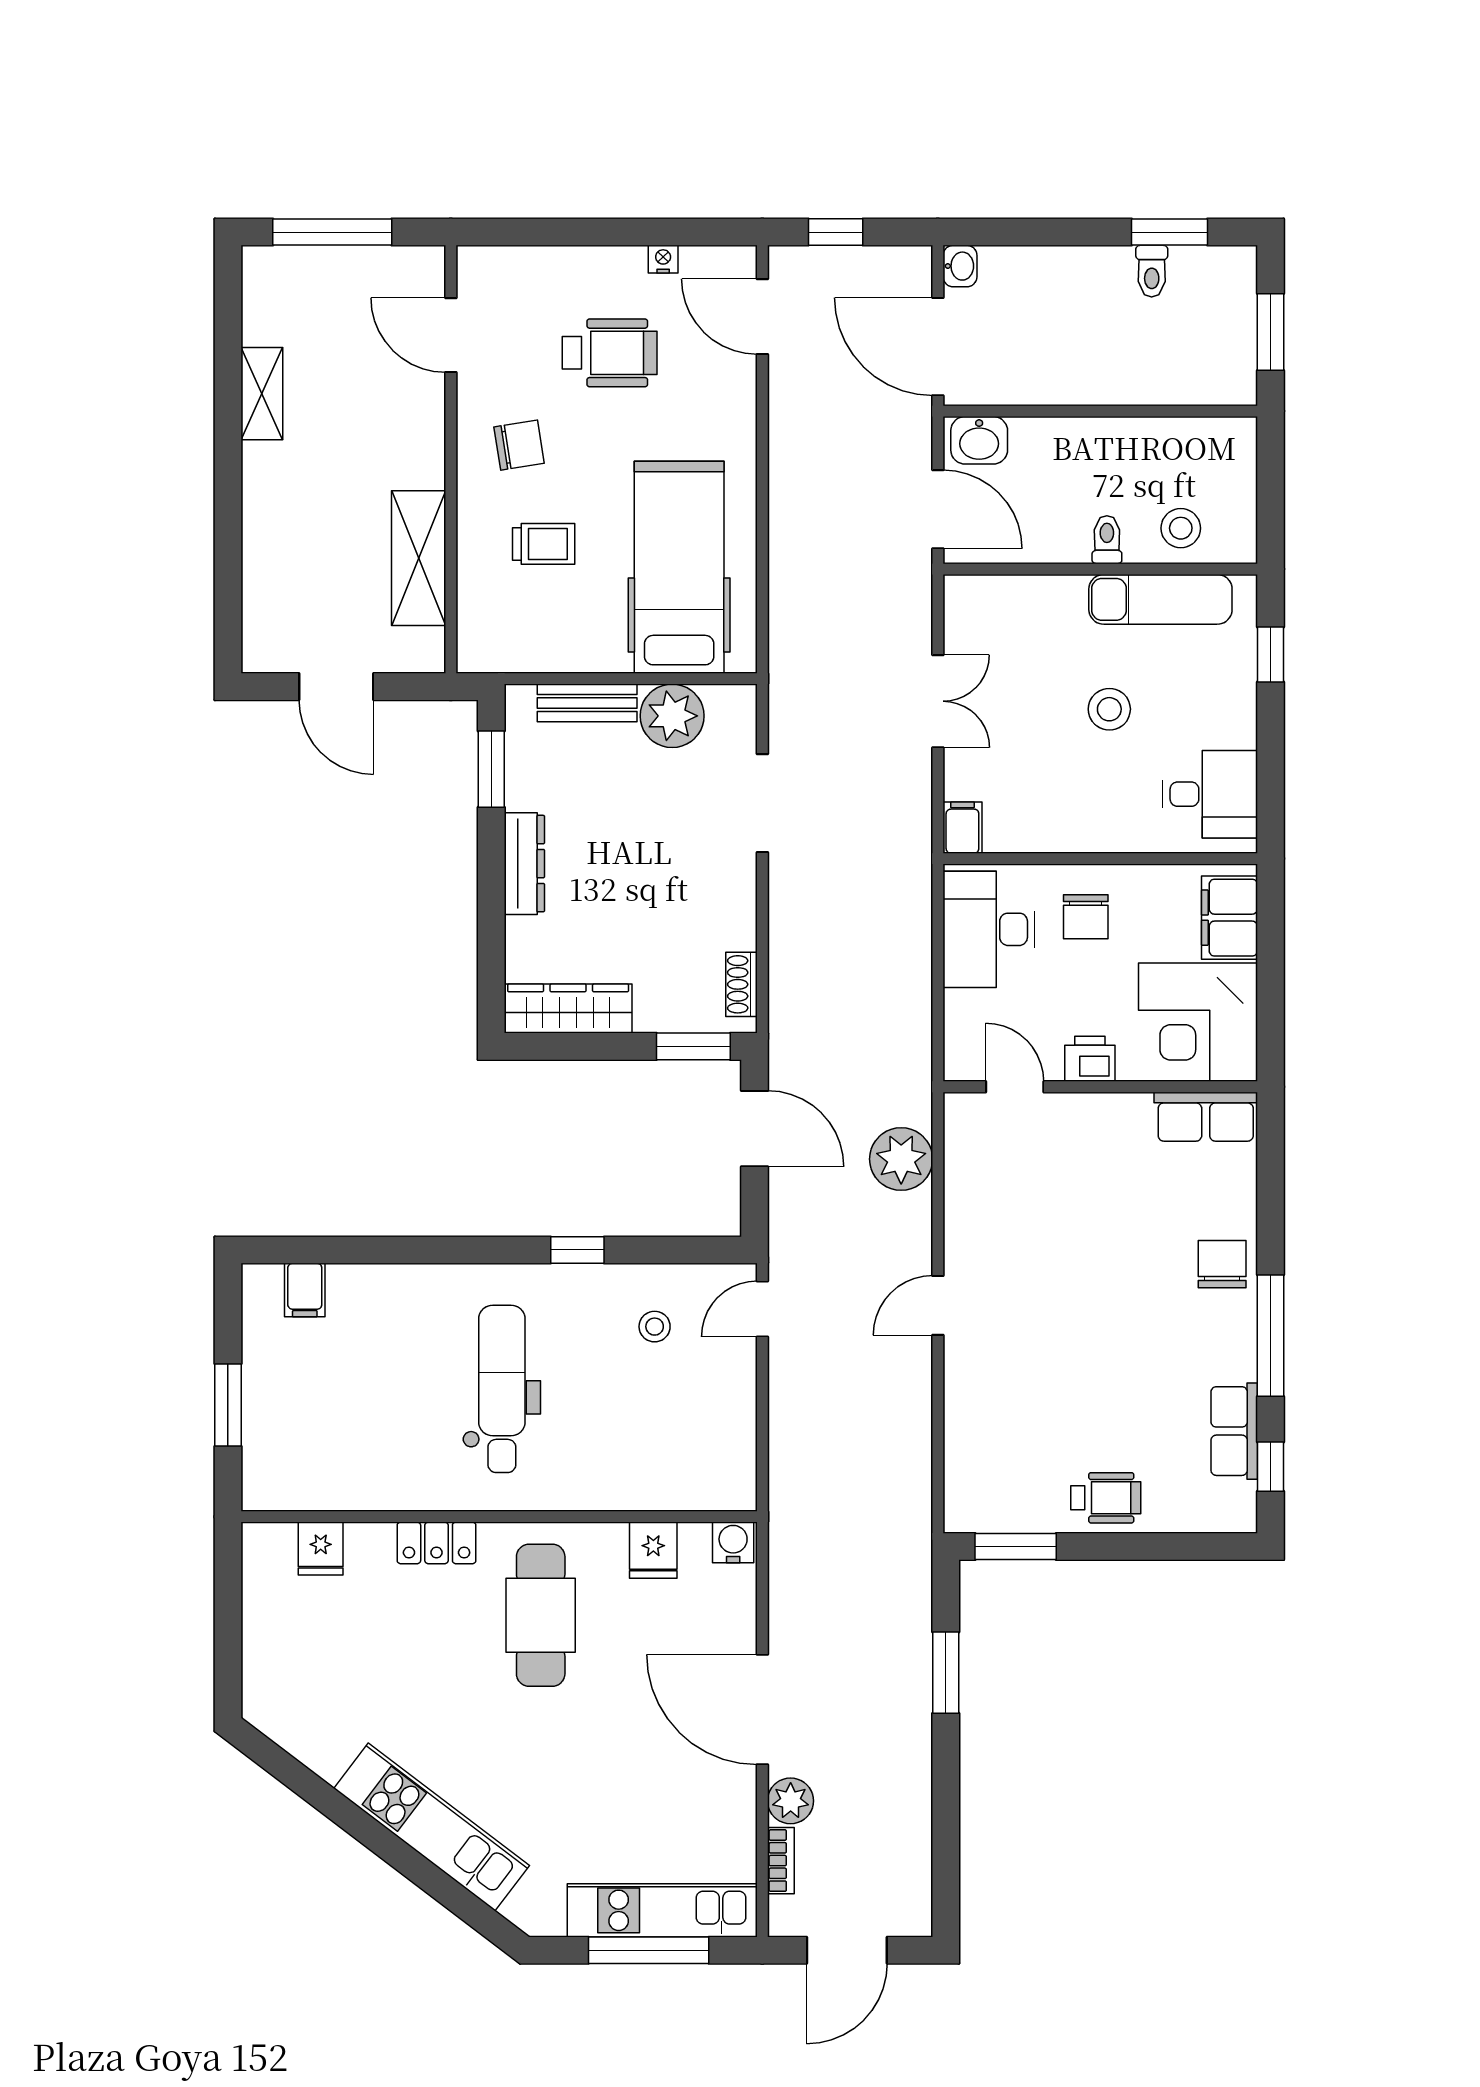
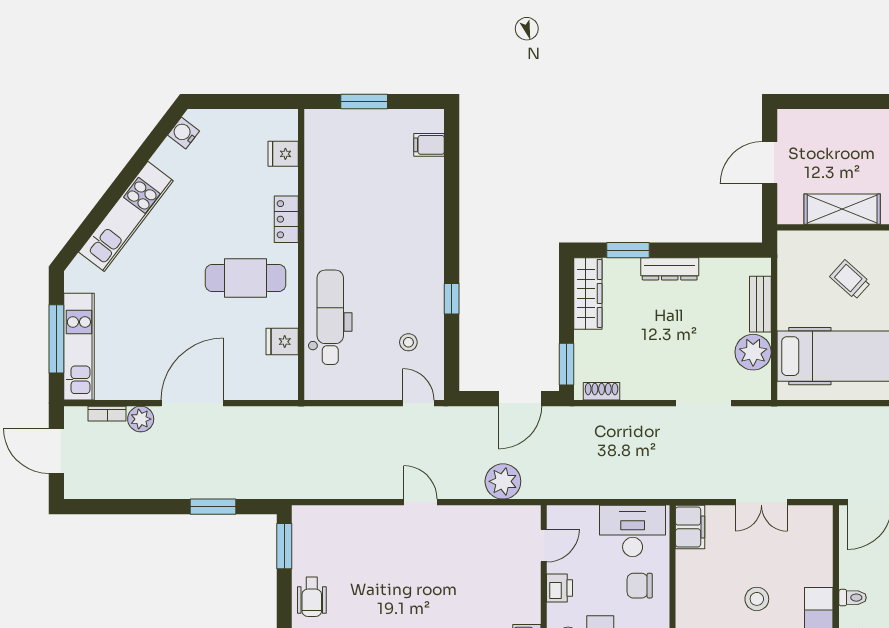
trolley: (544, 544) -> (850, 280), turned 132
window: (491, 769) -> (628, 250), moved
filing cabinet: (962, 828) -> (690, 527), width x2.00
dental chair: (502, 1389) -> (330, 317), moved, turned -90
water cooler: (733, 1542) -> (184, 133), moved, turned -143

